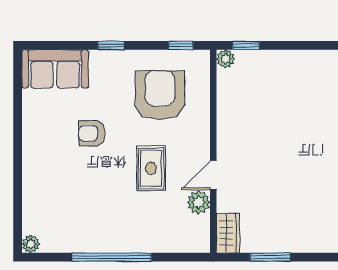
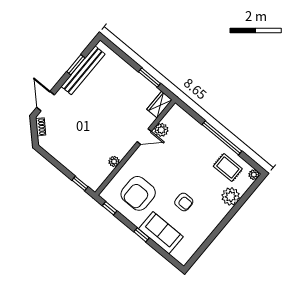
plant: (226, 59) -> (114, 161), moved
sofa: (55, 69) -> (161, 233), moved
rug: (151, 168) -> (228, 167), moved, turned 90
plant: (37, 191) -> (231, 196), added

